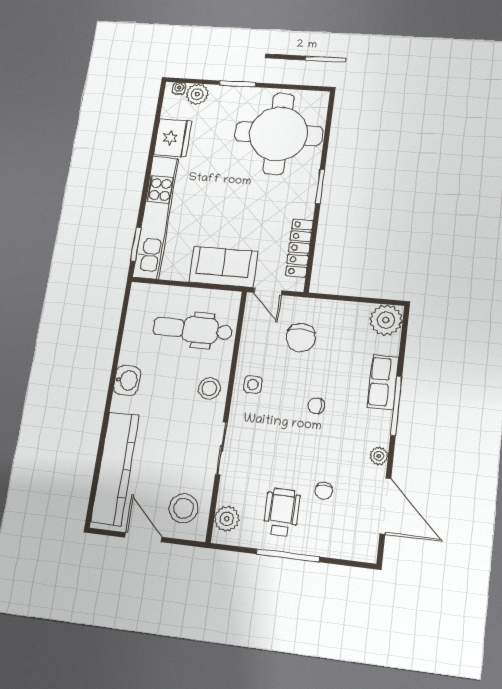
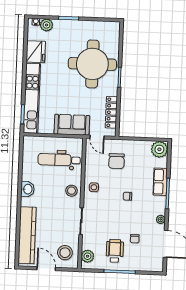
round table: (278, 134) -> (92, 64), moved

